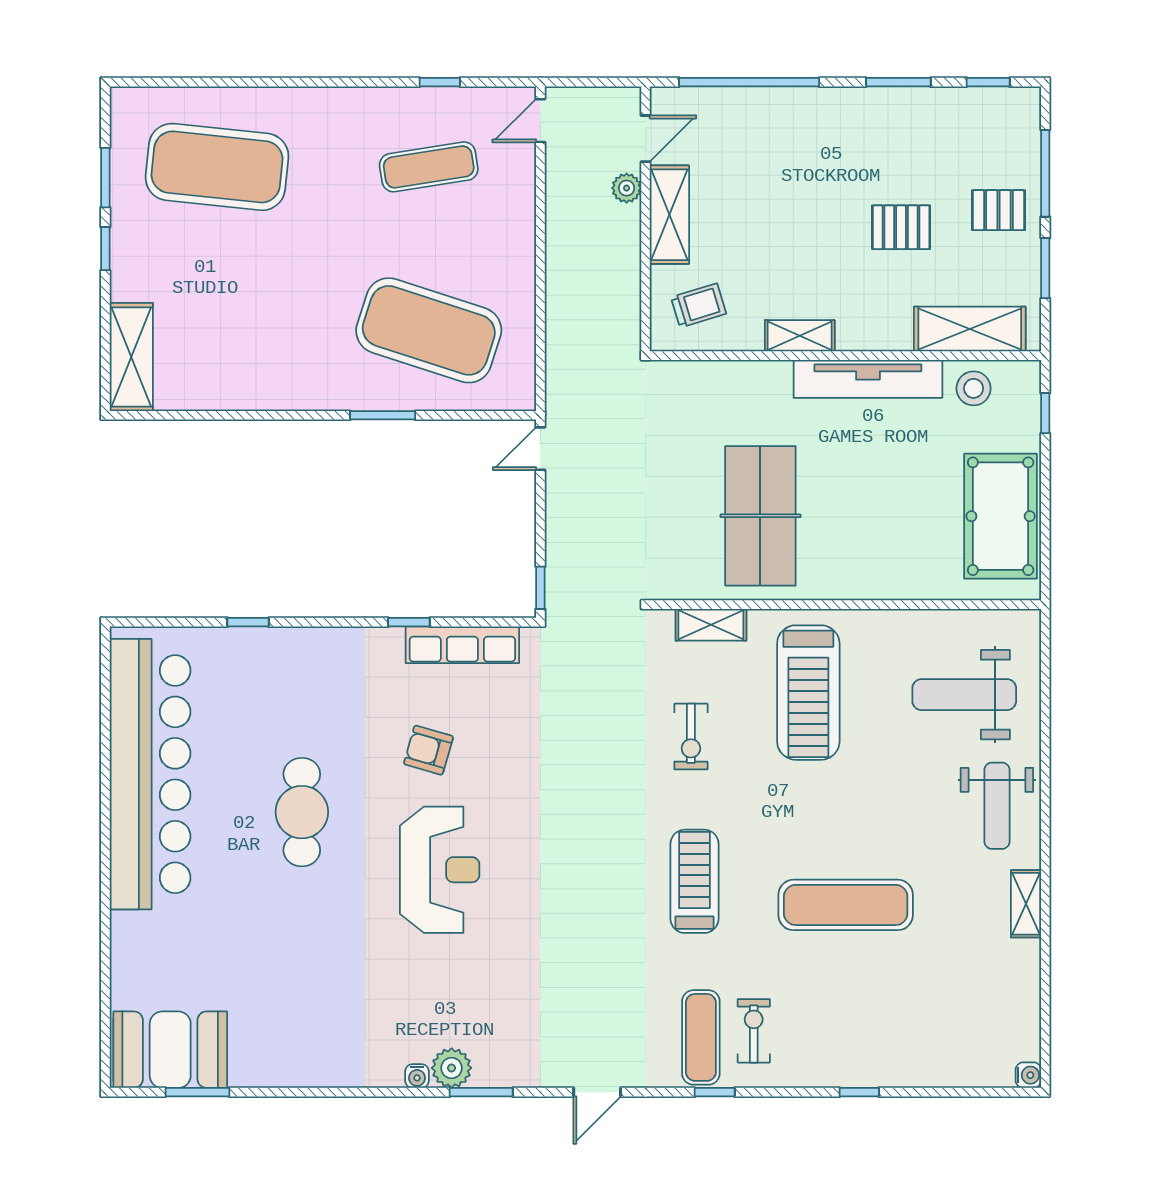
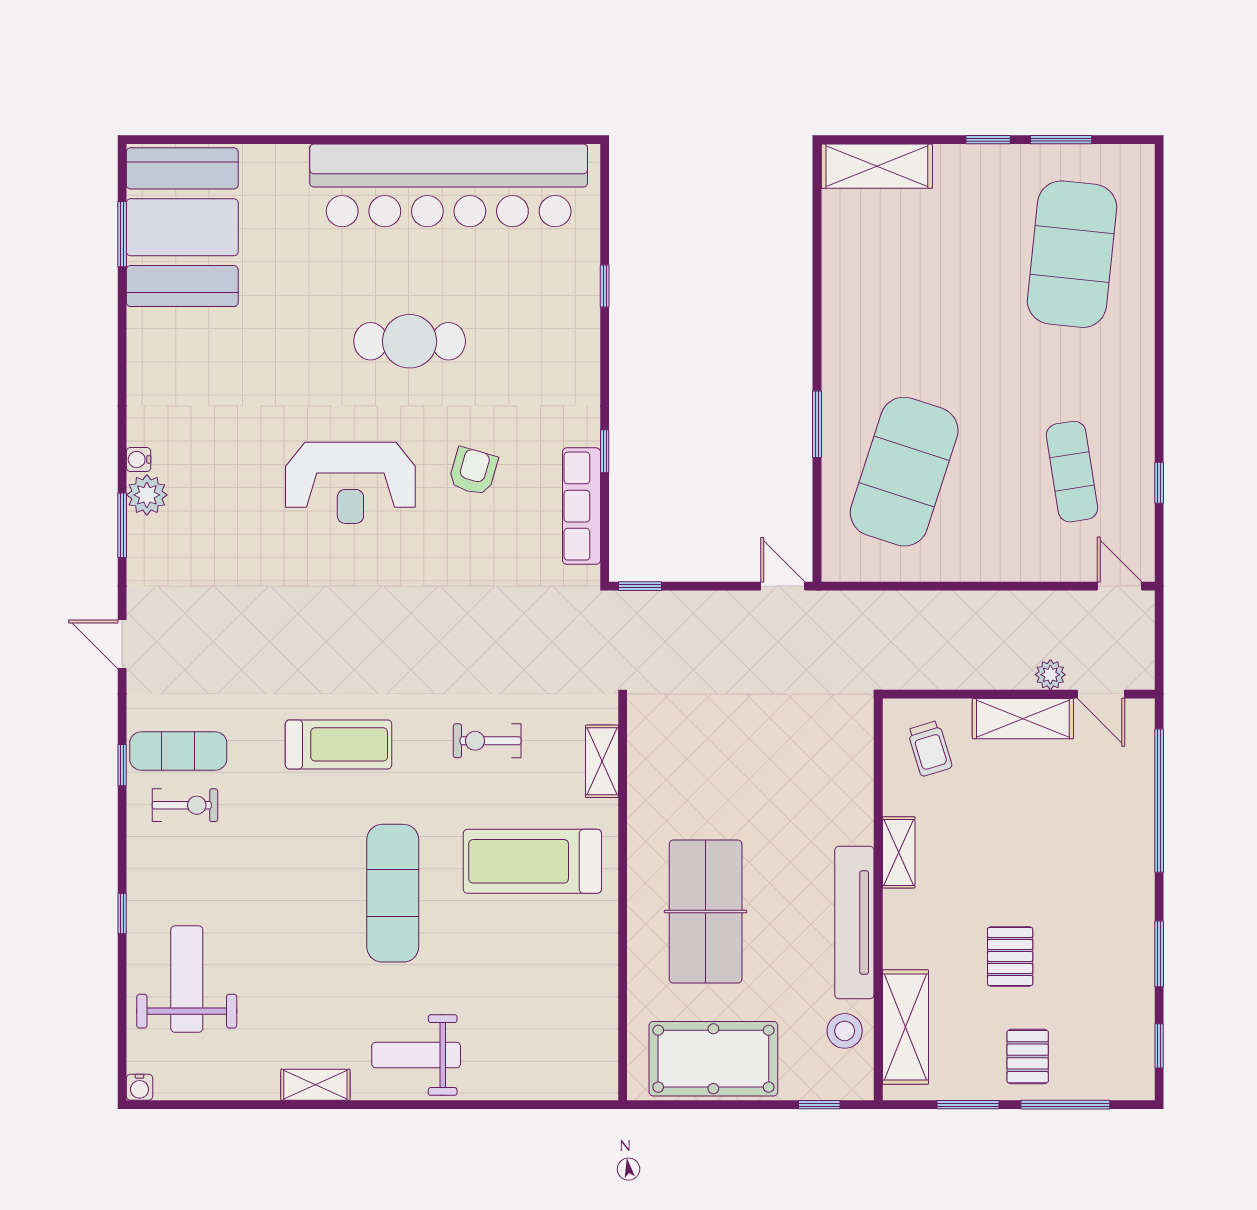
table tennis table: (760, 516) -> (706, 912), moved, turned 90
weight bench: (964, 695) -> (187, 979), moved
exercise mat: (846, 905) -> (393, 893), moved
booth: (170, 1050) -> (182, 227), width x1.36, depth x1.42

